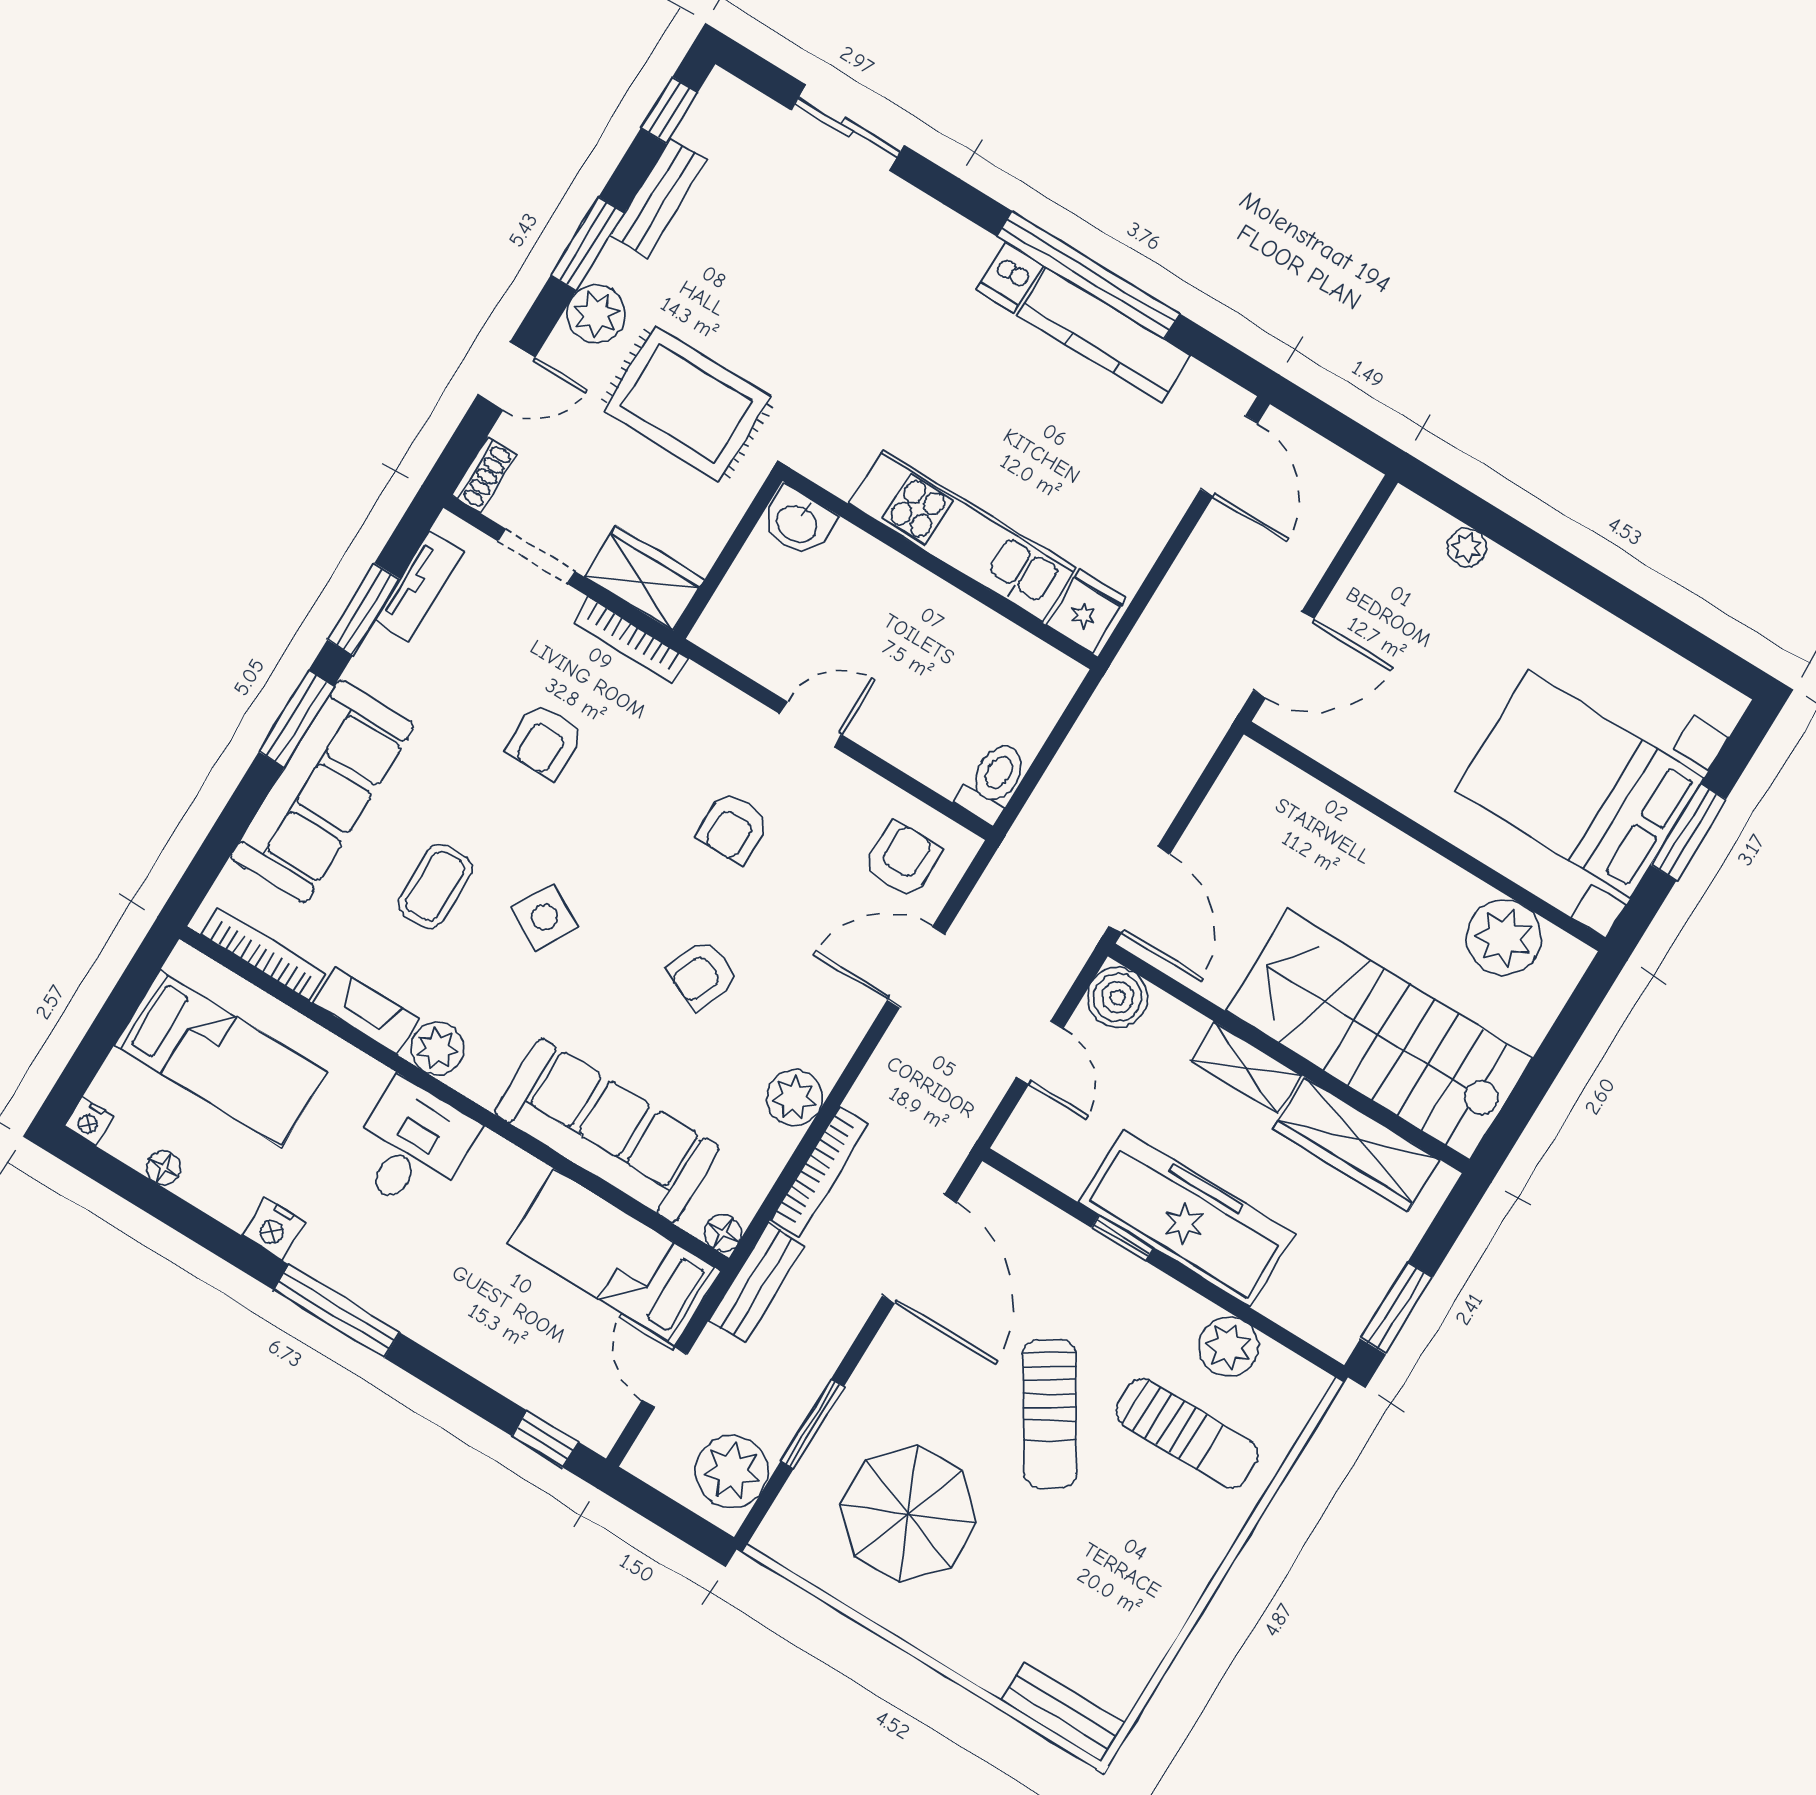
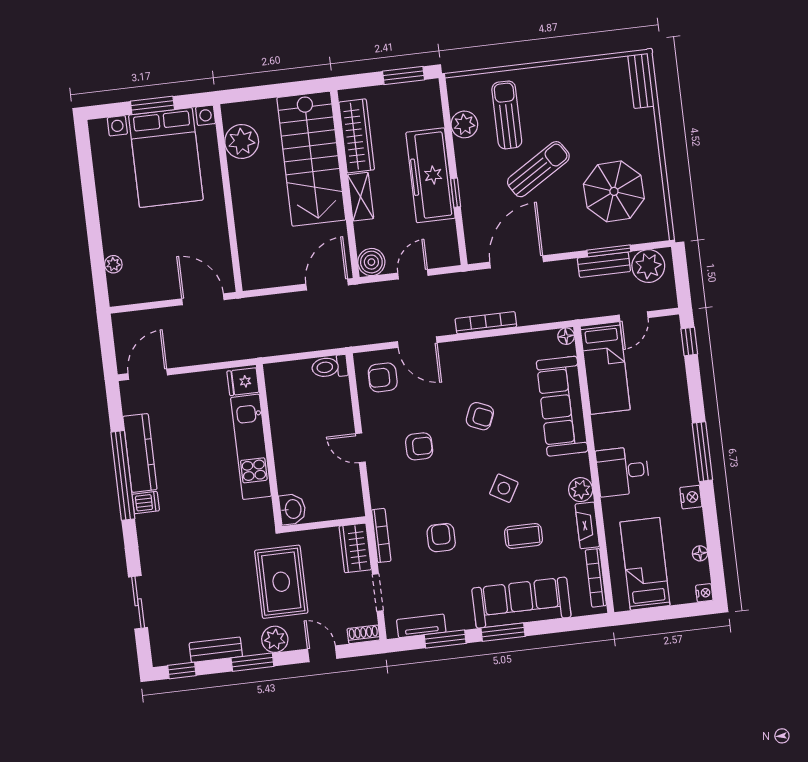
armchair: (545, 741) -> (441, 538), turned -90
plant: (795, 1098) -> (498, 349), removed
bookcase: (819, 1172) -> (486, 323), moved
bench: (757, 1283) -> (604, 265), moved

